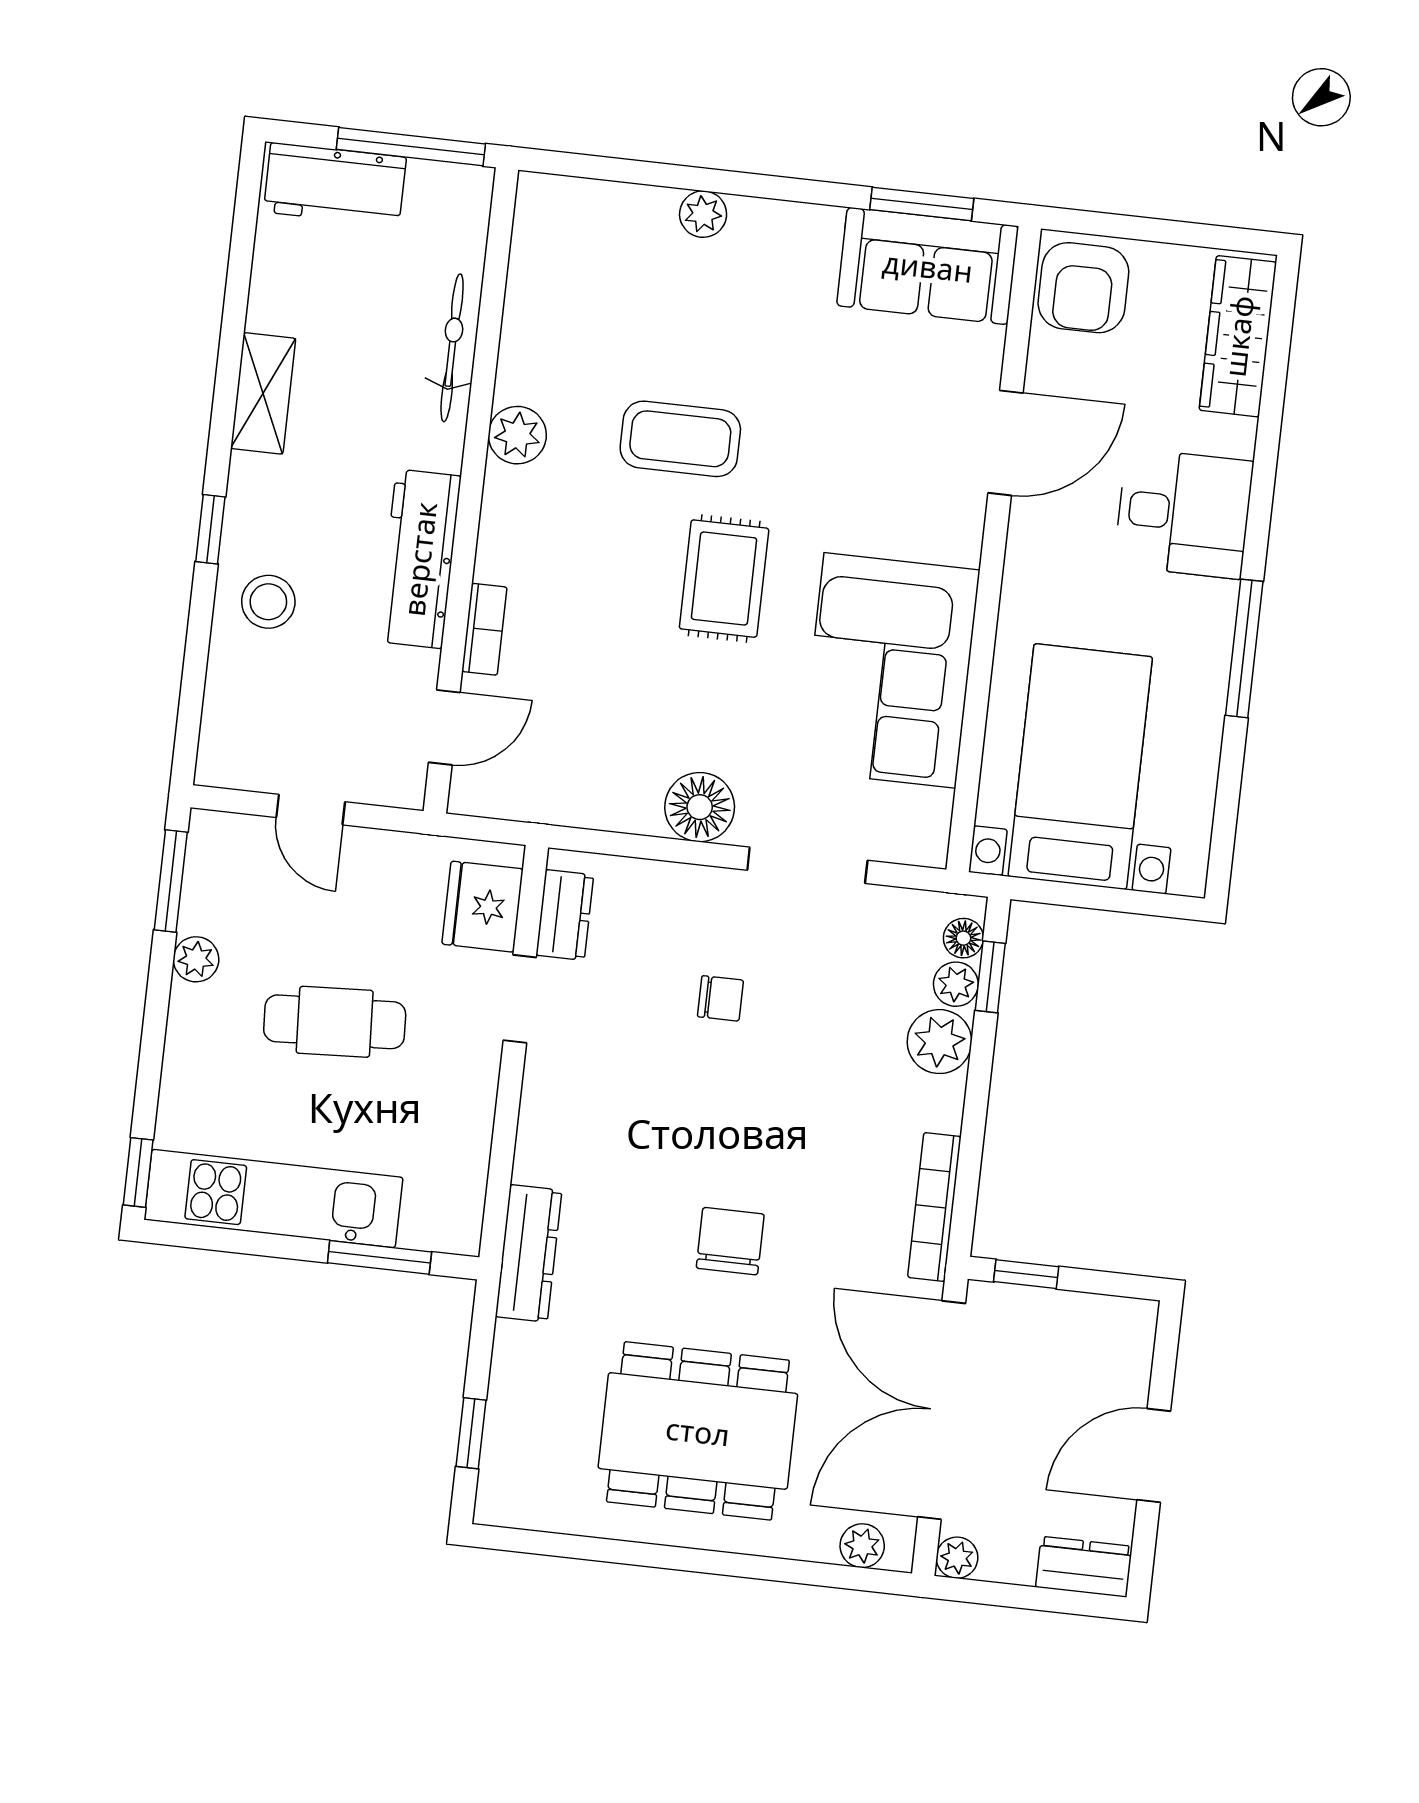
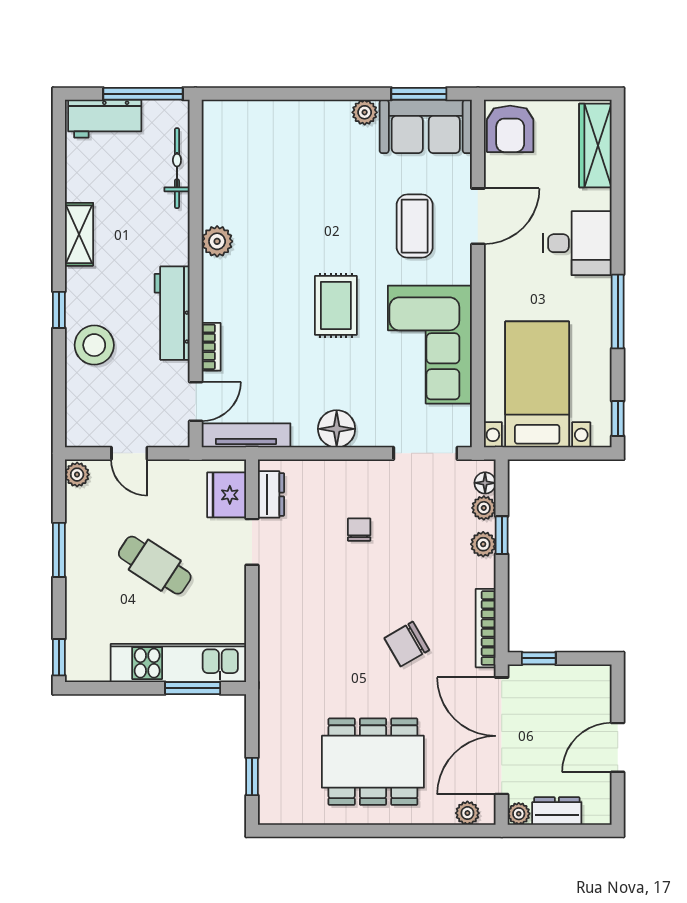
plant: (703, 214) -> (365, 112), moved
bicycle: (452, 348) -> (177, 168), moved
coffee table: (680, 439) -> (415, 226), moved, turned 90
stool: (268, 602) -> (94, 345), width x1.38, depth x1.38
tv unit: (531, 800) -> (246, 435), added
window: (1222, 846) -> (618, 418), added
doorway: (807, 865) -> (425, 453), moved
window: (171, 881) -> (59, 550), moved
plant: (196, 959) -> (77, 475), moved
window: (990, 977) -> (502, 535), moved
chair: (720, 998) -> (359, 530), turned -90
cafe table: (335, 1022) -> (155, 565), turned 36
plant: (939, 1042) -> (483, 544), width x0.73, depth x0.73
kitchen unit: (273, 1199) -> (178, 663), moved
chair: (730, 1241) -> (407, 644), moved, turned -120
dresser: (529, 1253) -> (272, 677), removed
dresser: (1084, 1567) -> (557, 811), moved

